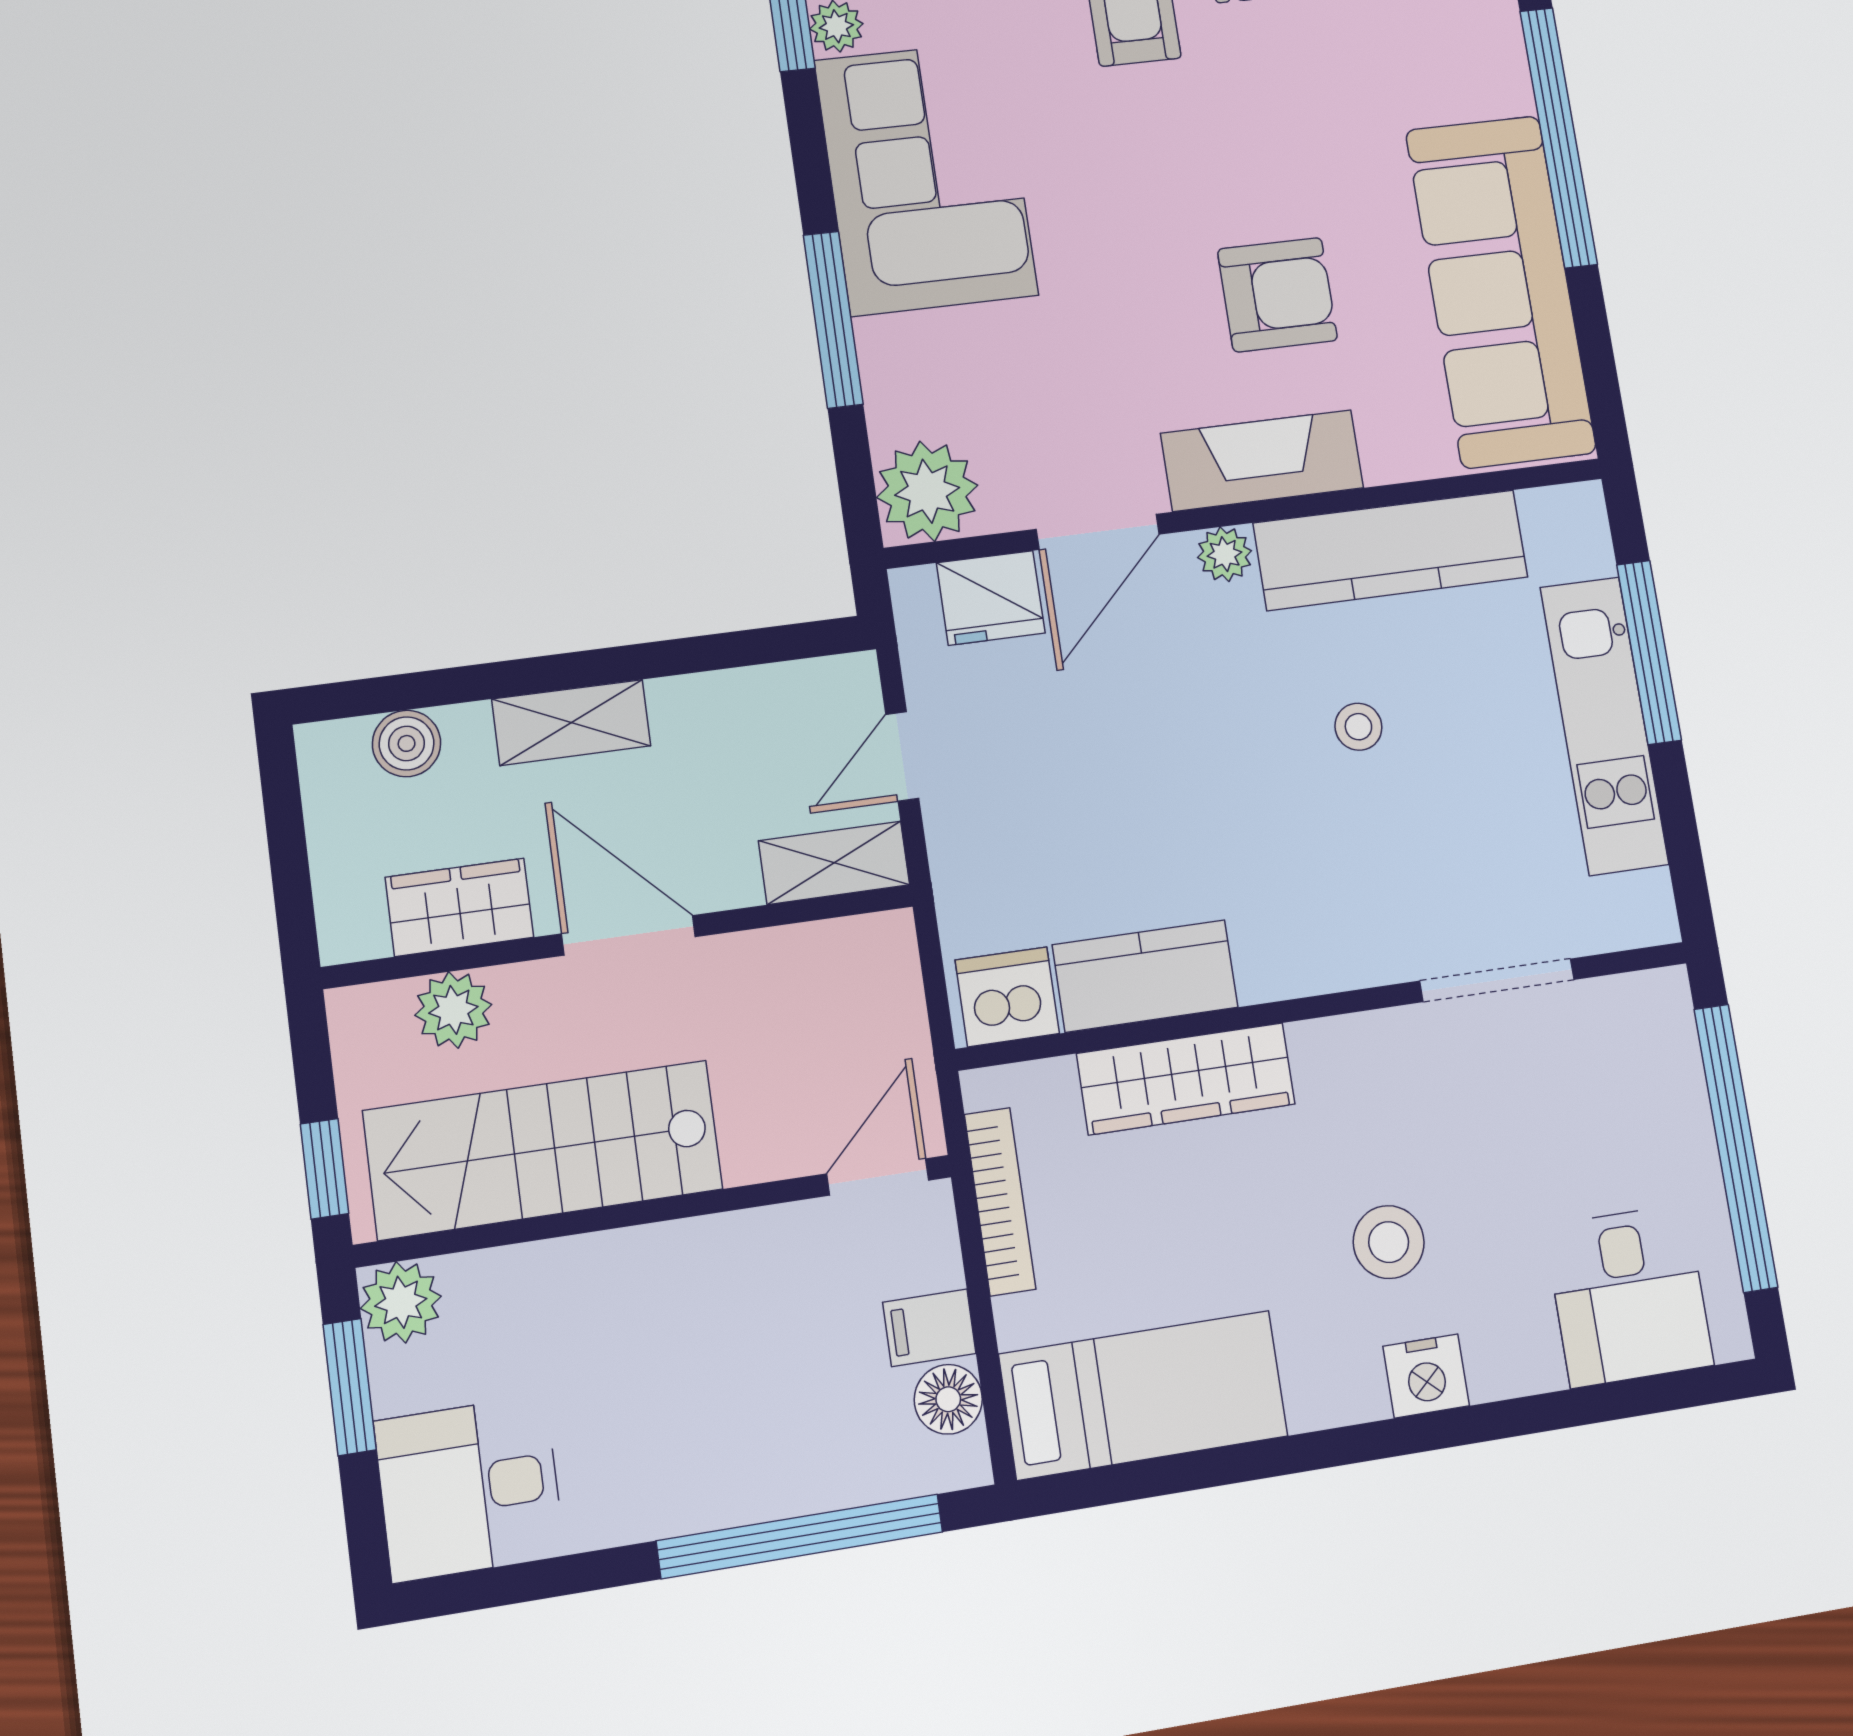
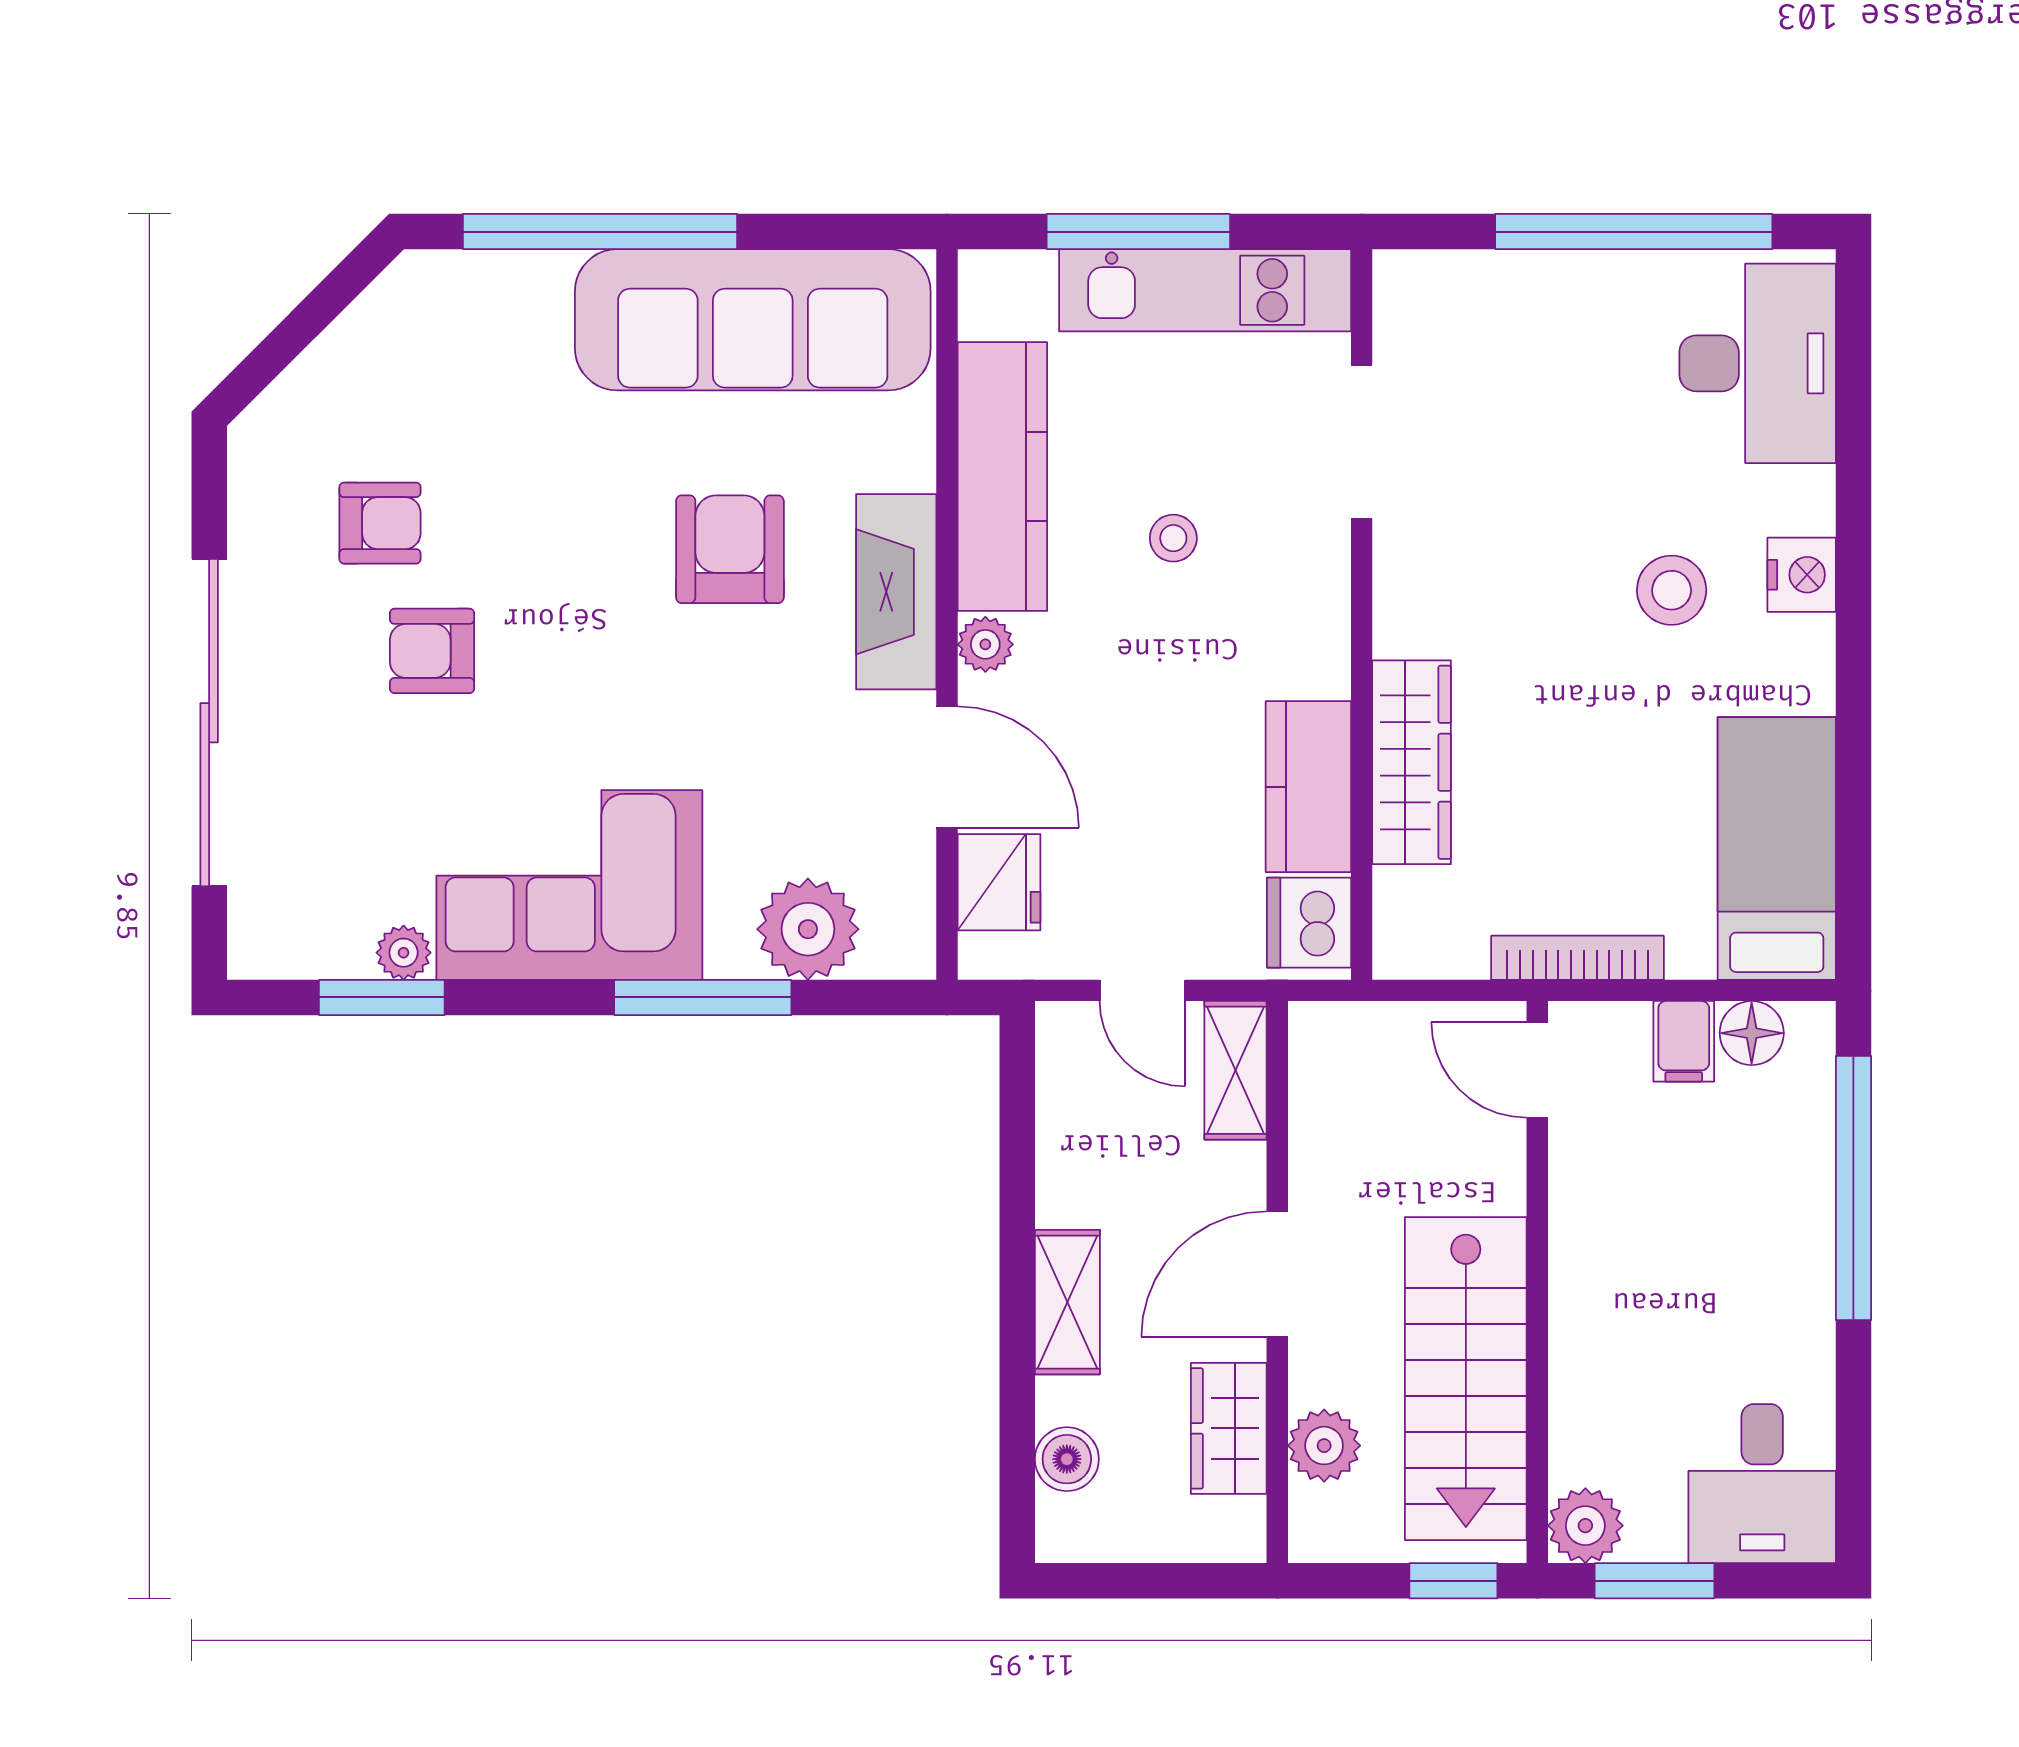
plant: (927, 491) -> (808, 929), moved
kitchen counter: (1145, 976) -> (1308, 787), moved
doorway: (1497, 980) -> (1362, 442), moved
dishwasher: (1007, 997) -> (1309, 923), moved
wall: (1326, 1005) -> (1362, 615), moved
wardrobe: (1186, 1079) -> (1412, 762), moved
desk: (1629, 1296) -> (1758, 363), width x1.37

